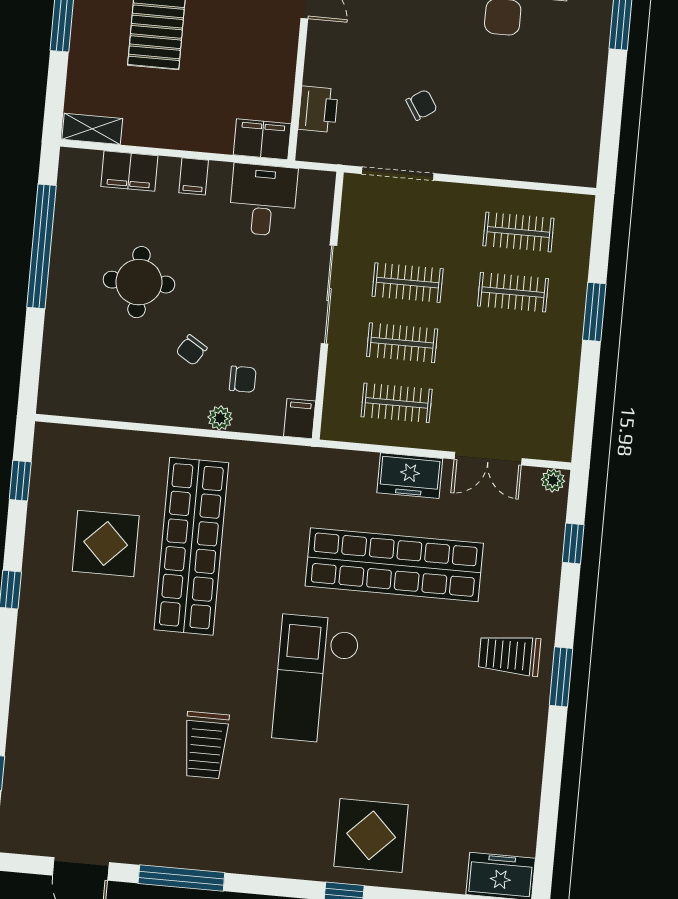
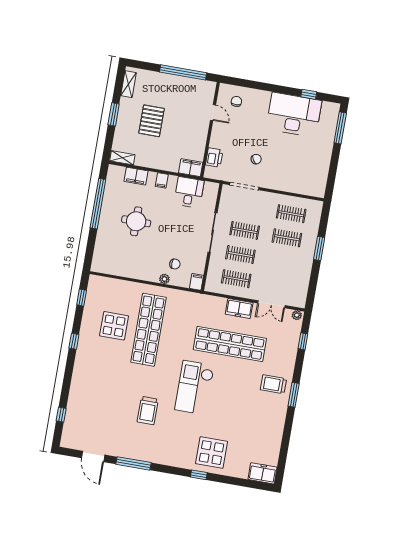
chair: (192, 350) -> (155, 250), removed

